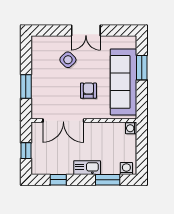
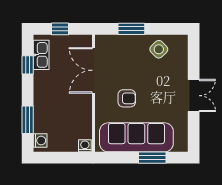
double door: (86, 30) -> (194, 96), swing flipped
side table: (68, 60) -> (159, 49), moved
kitchen sink: (87, 168) -> (41, 55), moved

